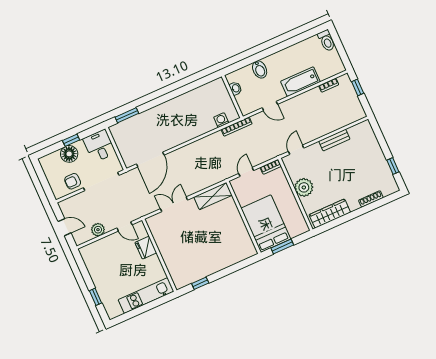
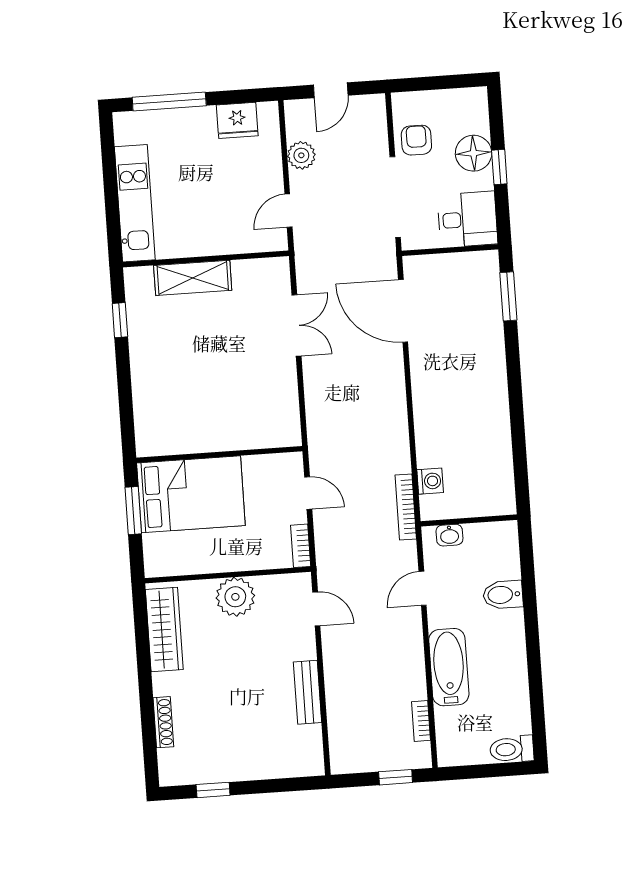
washbasin: (235, 88) -> (449, 535), moved
shelving: (213, 196) -> (193, 278), moved, turned 90
fridge: (146, 248) -> (237, 120), moved, turned 180
window: (96, 297) -> (169, 101), width x2.17

